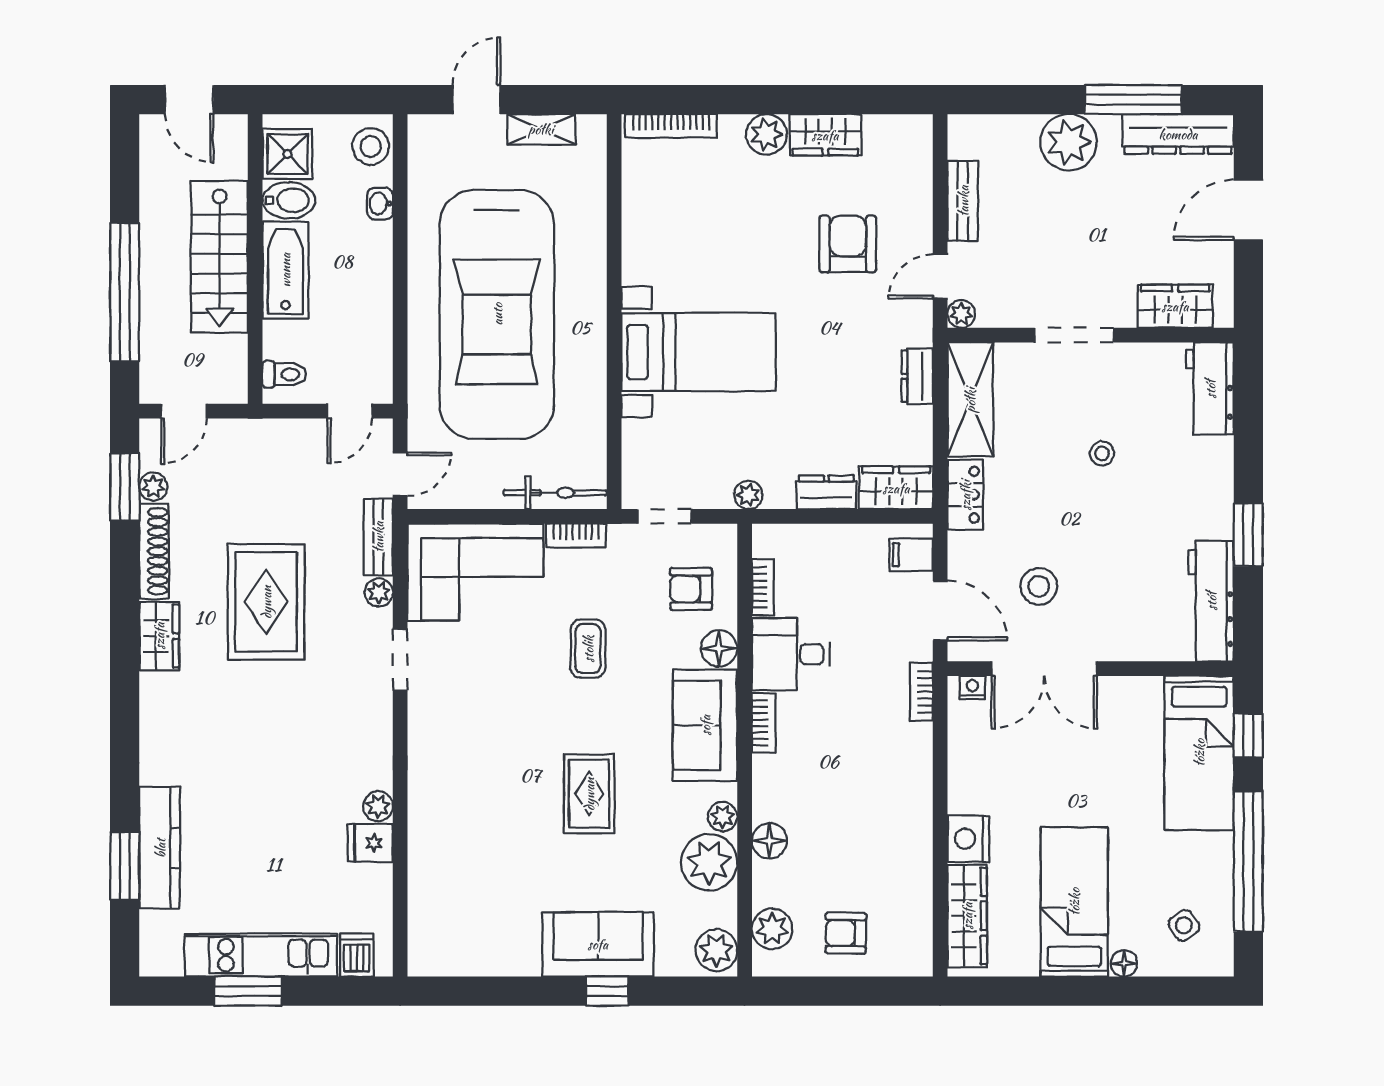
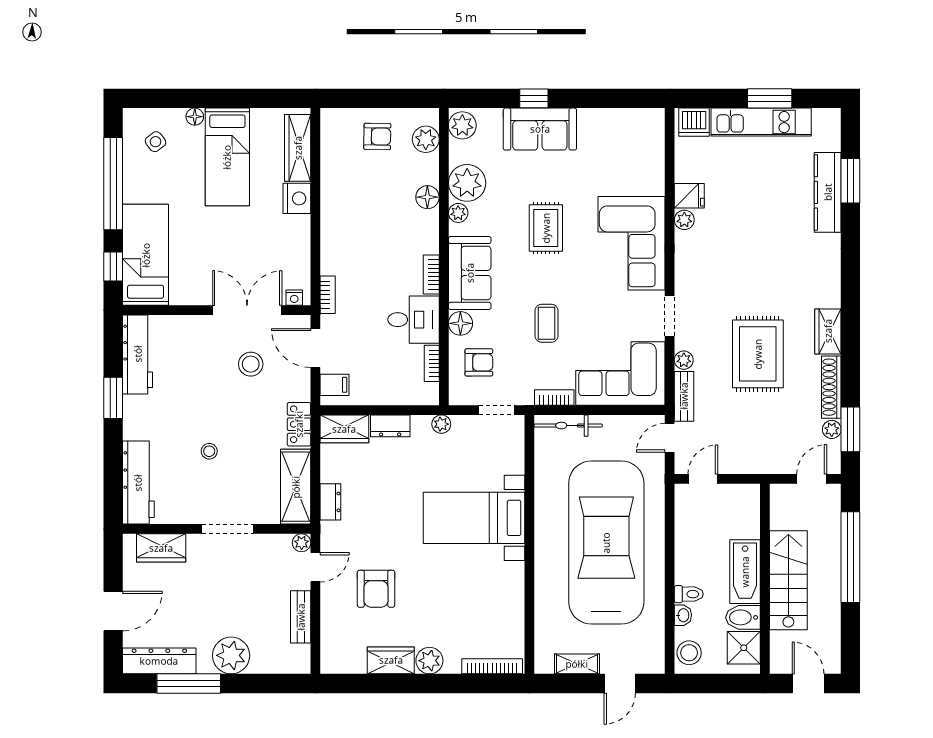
toilet: (284, 374) -> (689, 594), moved, turned 180
workbench: (1210, 389) -> (138, 483), width x1.38
corner sofa: (458, 770) -> (632, 243), added
dishwasher: (357, 955) -> (694, 122), width x1.38

